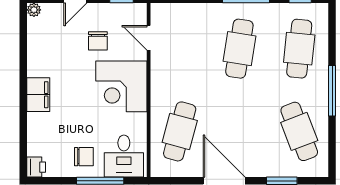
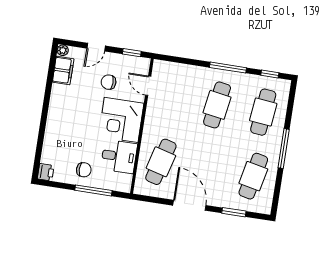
chair: (98, 41) -> (109, 82), turned 90
filing cabinet: (38, 95) -> (63, 70), moved
cafe table: (299, 131) -> (253, 176), turned 33
desk: (124, 156) -> (119, 156), moved, turned -90

